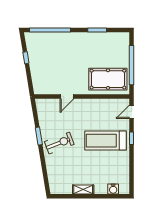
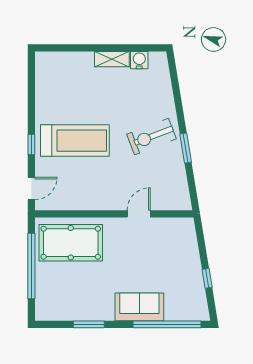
sofa: (67, 40) -> (139, 307), added
water cooler: (113, 189) -> (139, 60), moved

